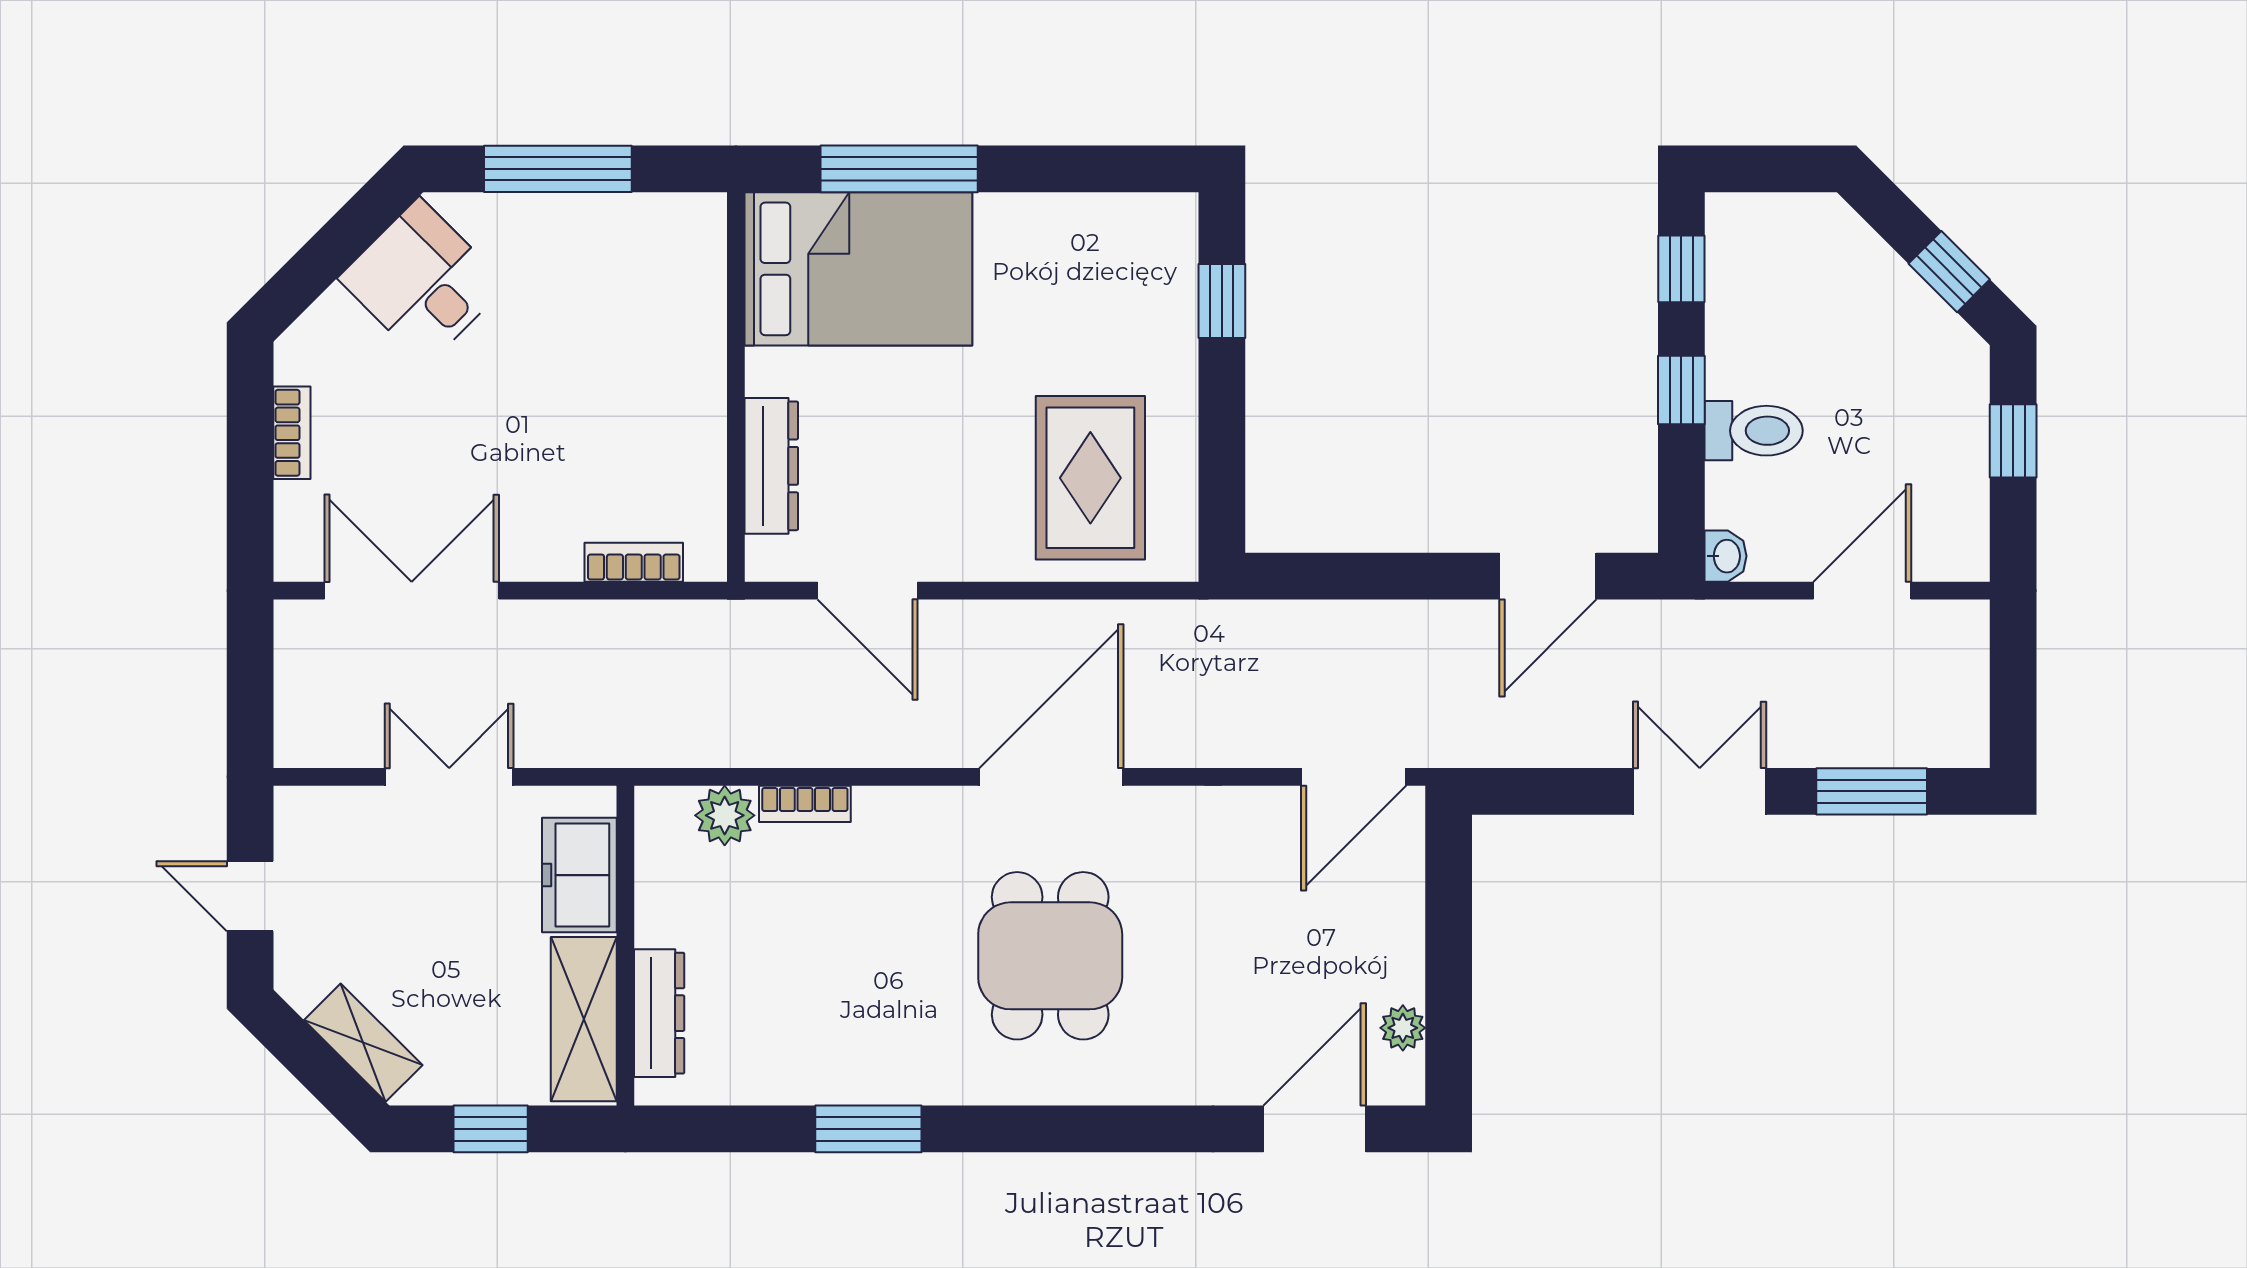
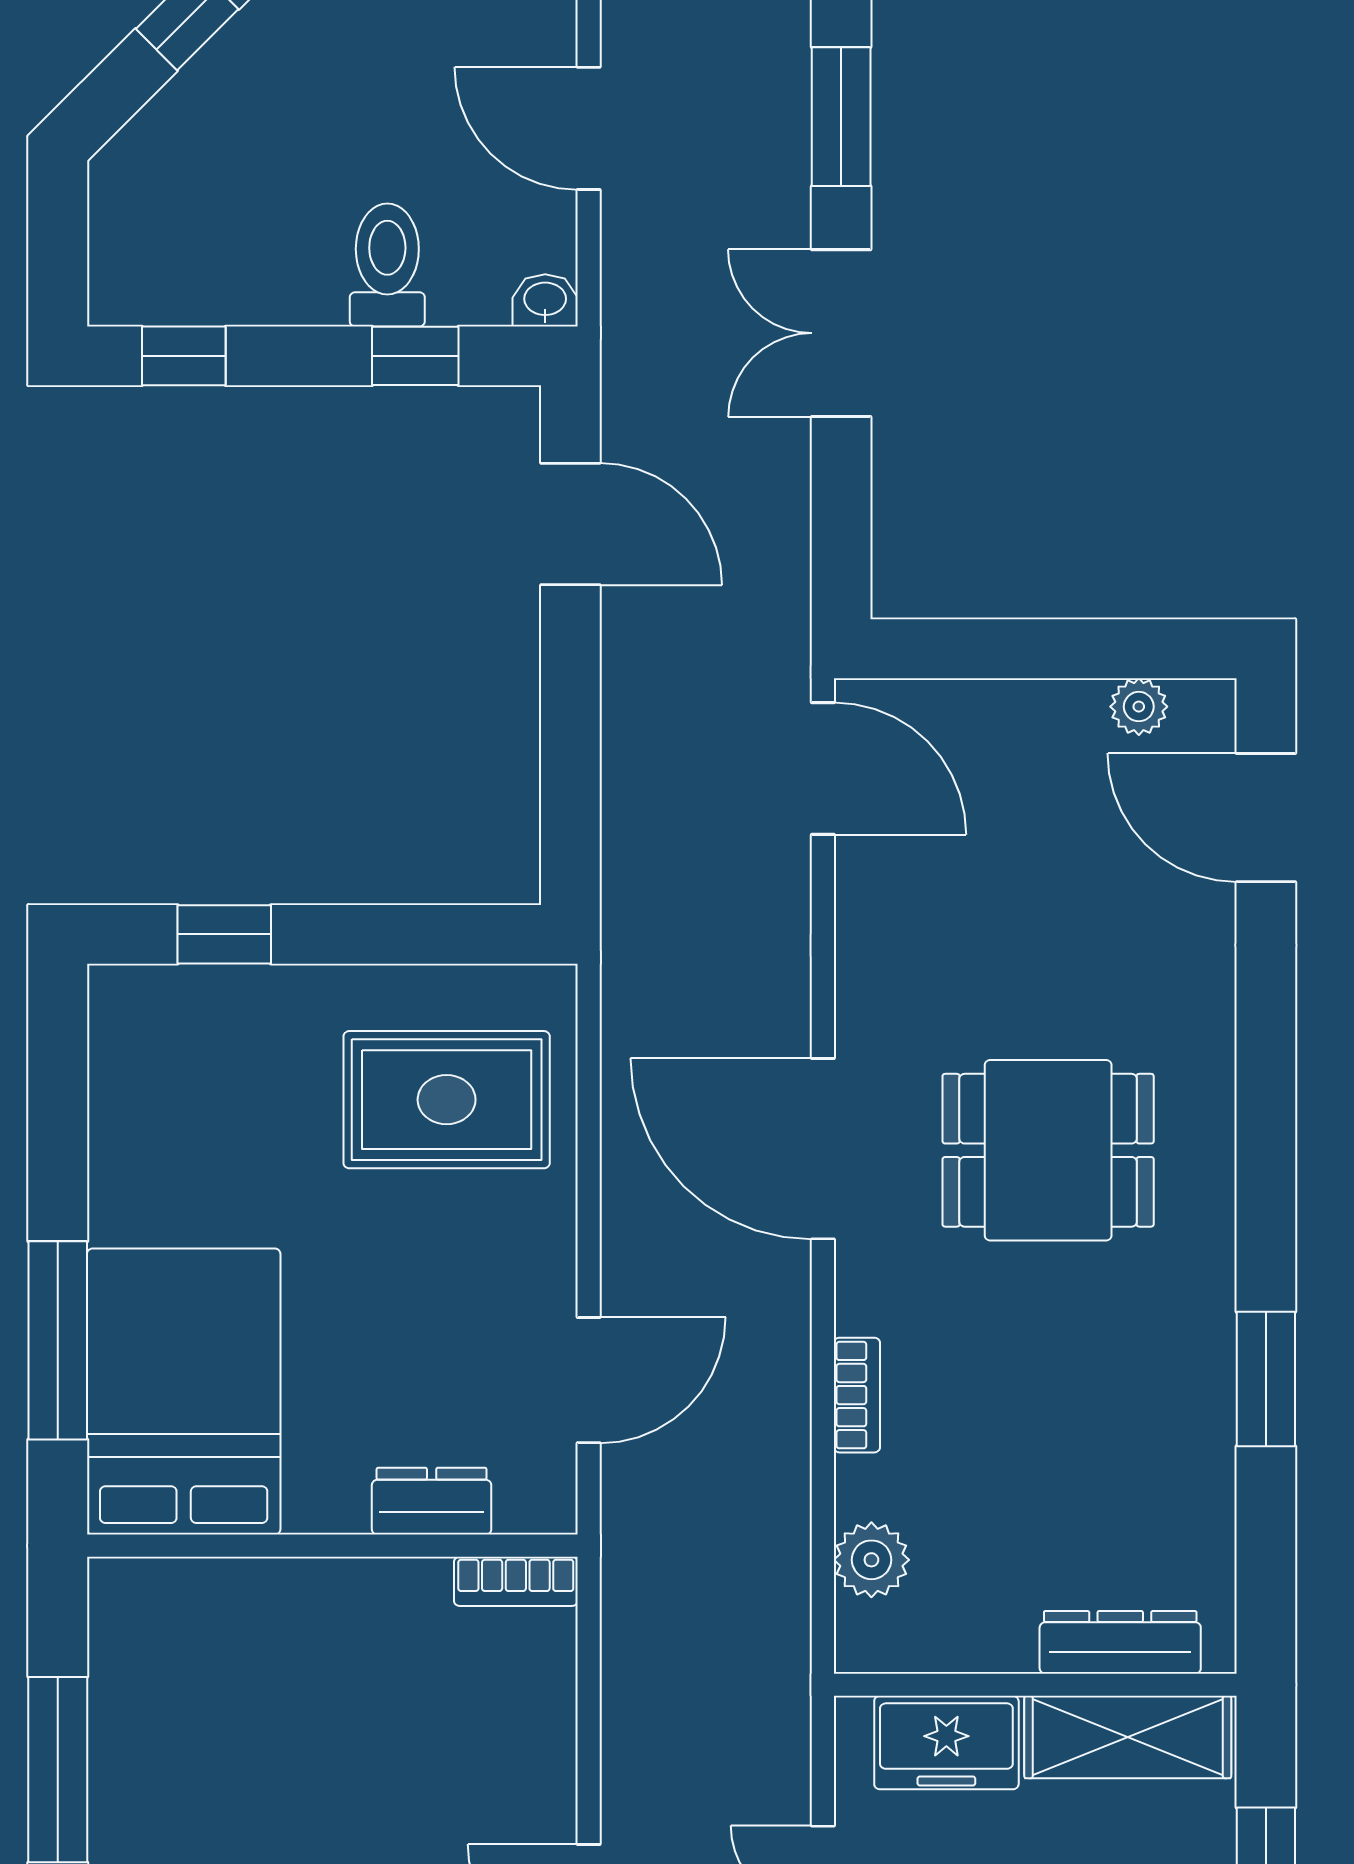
window: (1681, 390) -> (415, 356), moved
dresser: (771, 466) -> (432, 1501), width x0.70
bookcase: (634, 562) -> (516, 1581), moved, turned -90
bookcase: (805, 804) -> (857, 1395), moved

